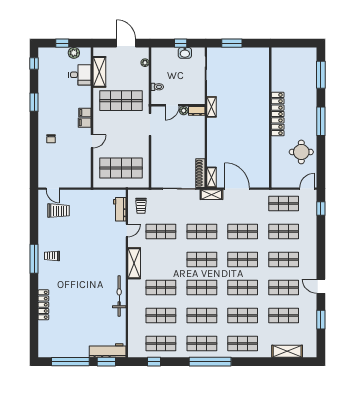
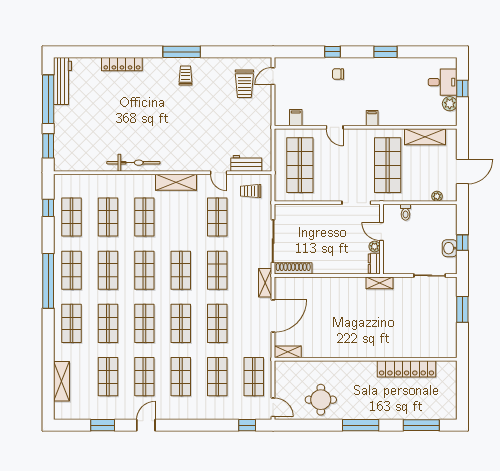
window: (34, 64) -> (332, 52), moved
desk: (80, 75) -> (443, 82), moved, turned -90
locker: (278, 114) -> (407, 369), moved
filing cabinet: (85, 123) -> (296, 118), moved
shelving: (212, 177) -> (288, 352), moved
workbench: (108, 351) -> (62, 81), moved

